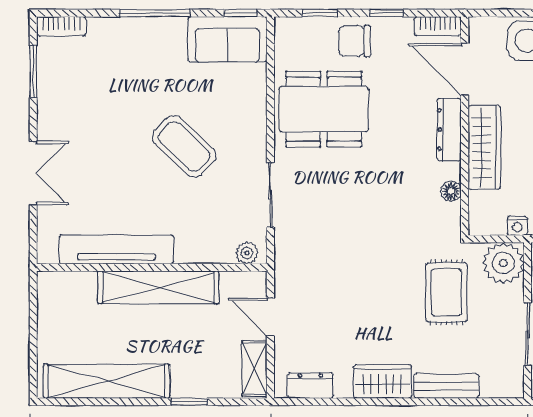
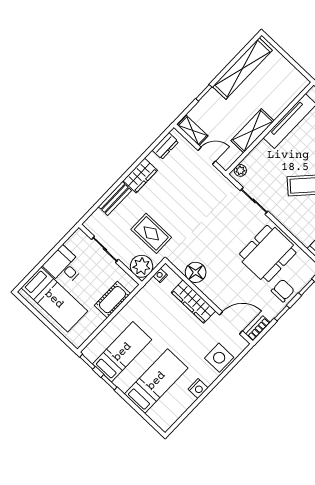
dresser: (449, 130) -> (213, 294), removed
floor lamp: (451, 191) -> (196, 272), width x1.89, depth x1.89
nightstand: (517, 226) -> (160, 275), moved
shelving: (158, 287) -> (253, 131), width x0.68

